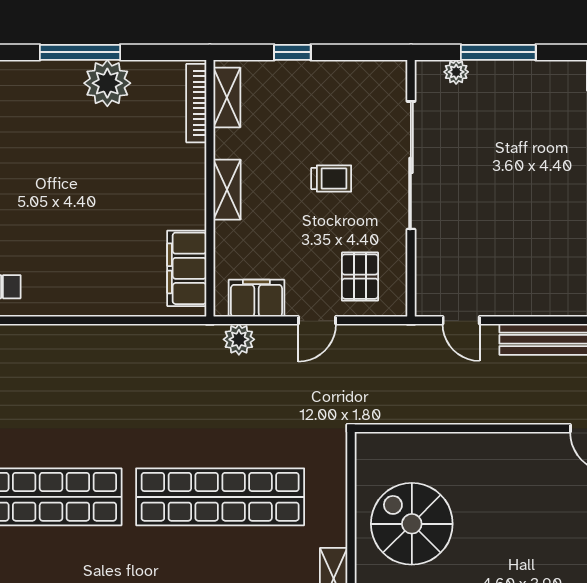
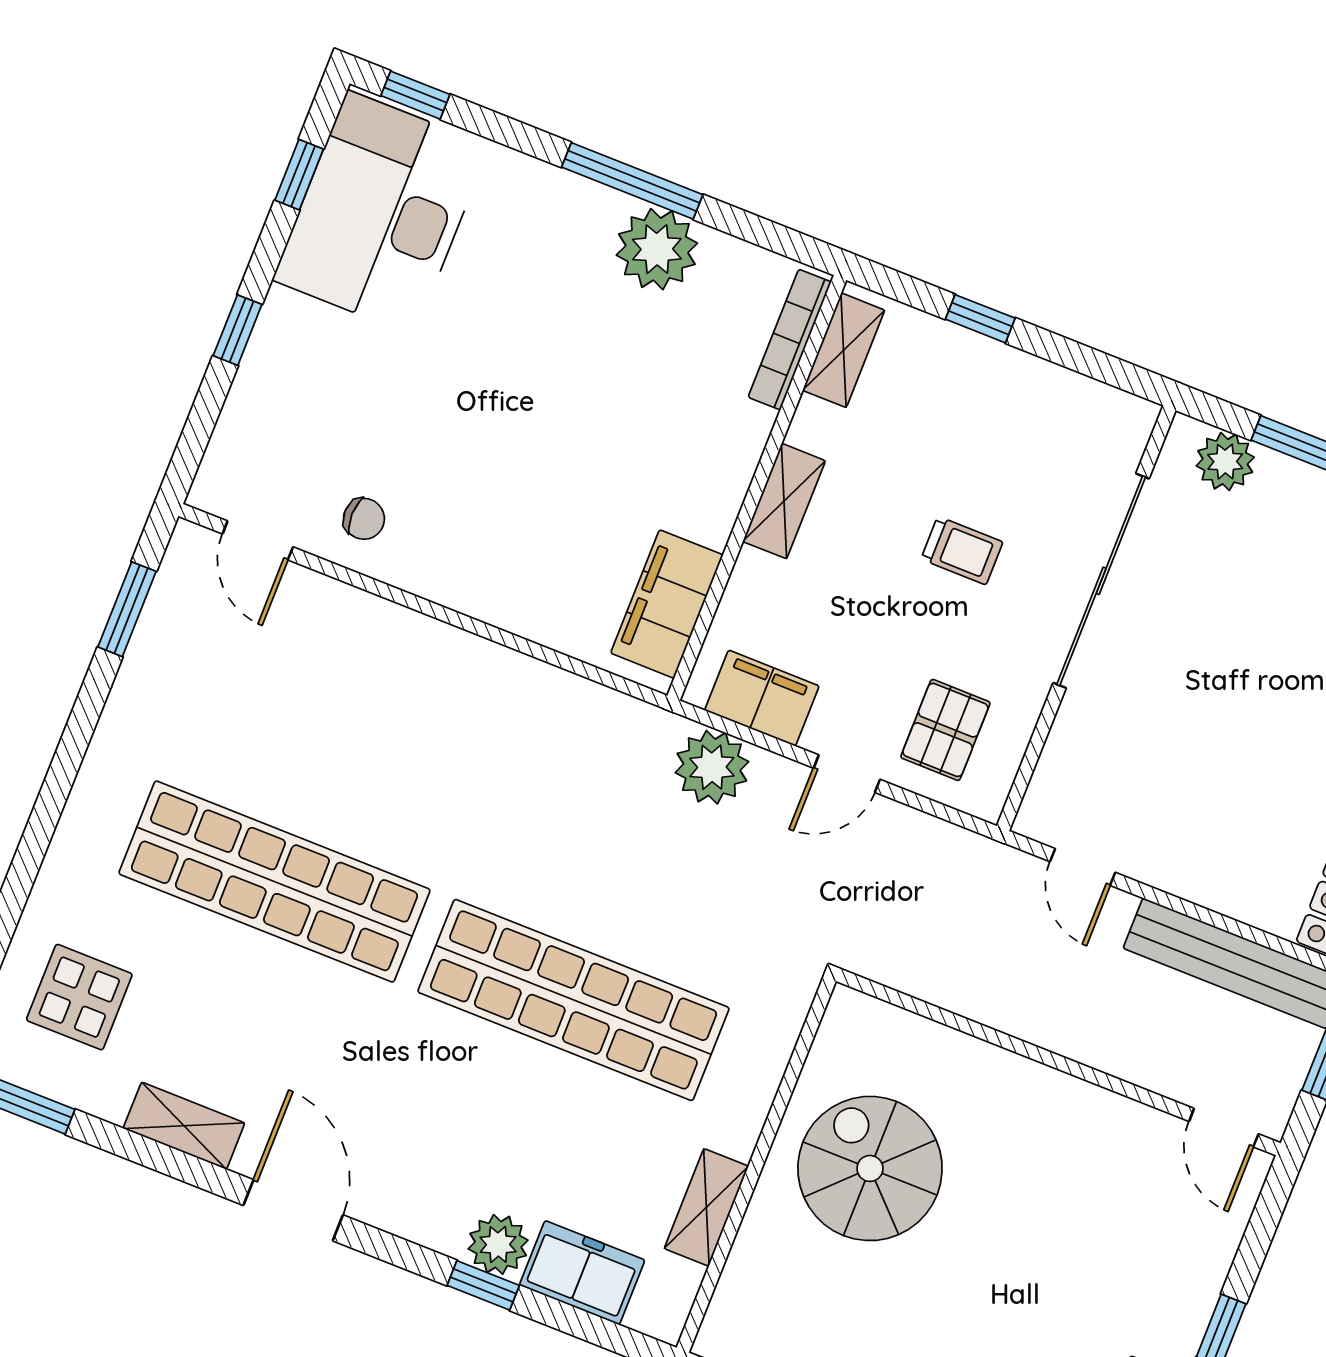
plant: (456, 72) -> (1225, 462), width x1.38, depth x1.38
plant: (239, 339) -> (712, 767), width x1.36, depth x1.36

